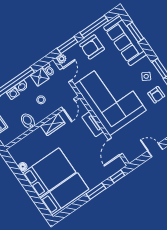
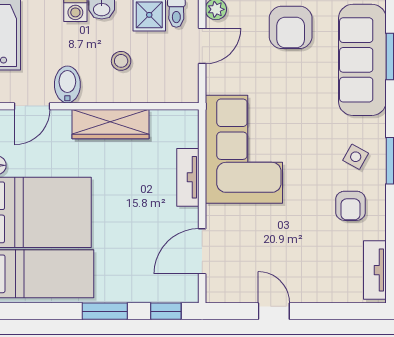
armchair: (92, 47) -> (291, 27), turned -90
corner sofa: (110, 97) -> (244, 149), width x0.73, depth x0.74
door: (68, 104) -> (32, 106), moved
wardrobe: (53, 124) -> (111, 124), width x1.50

